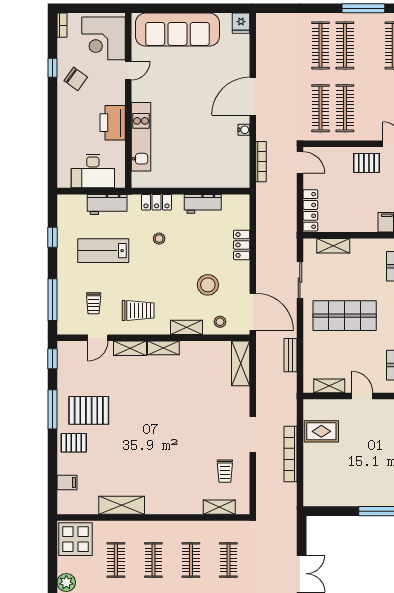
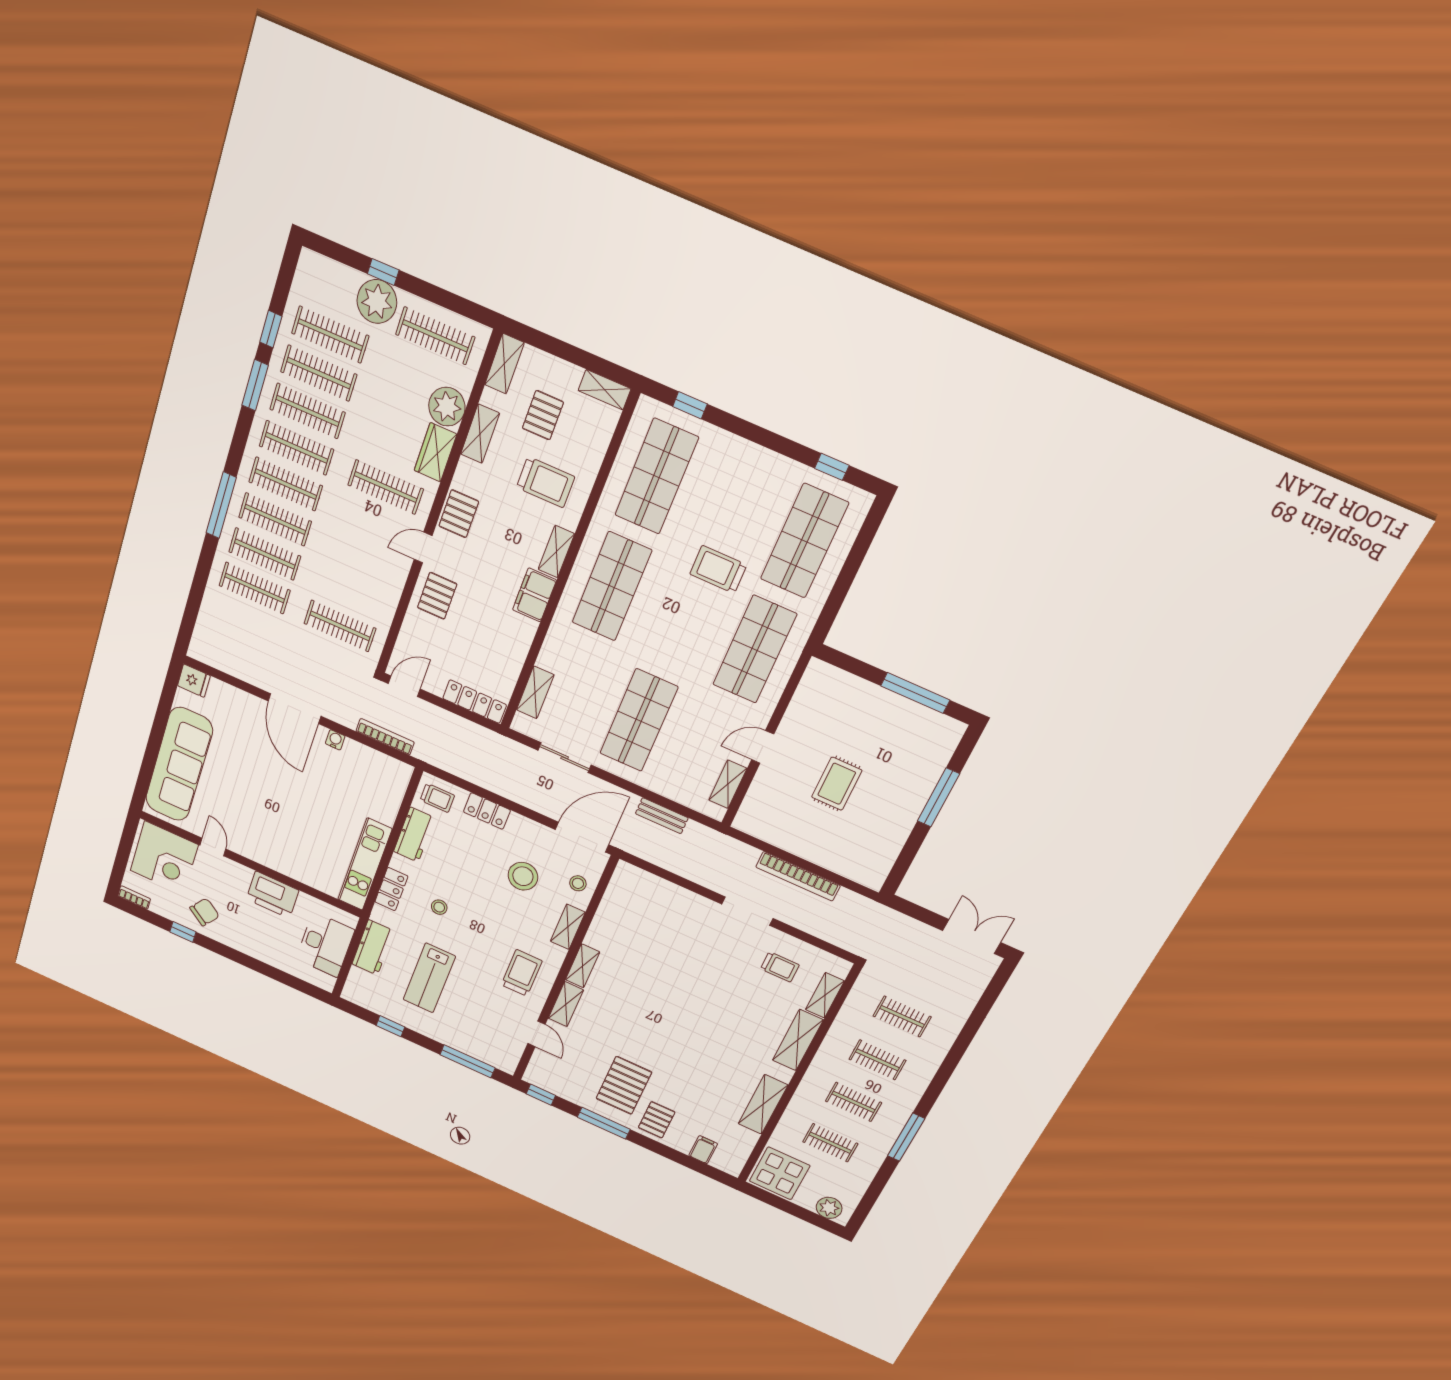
clothes rail: (345, 108) -> (275, 519), moved
kitchen unit: (141, 137) -> (365, 864), moved, turned -90
trolley: (94, 303) -> (437, 798), moved
shelving: (241, 363) -> (798, 1040), moved, turned 90
rug: (321, 431) -> (837, 784), moved

